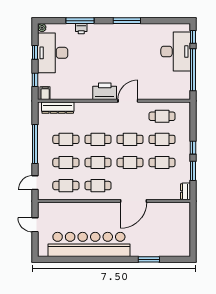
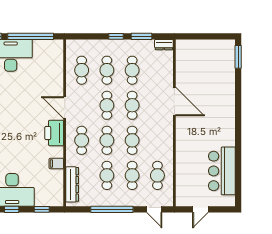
filing cabinet: (45, 93) -> (56, 163), moved
cafe table: (98, 186) -> (82, 140), moved
bar counter: (89, 244) -> (222, 171), width x0.54
window: (149, 259) -> (238, 57), moved

